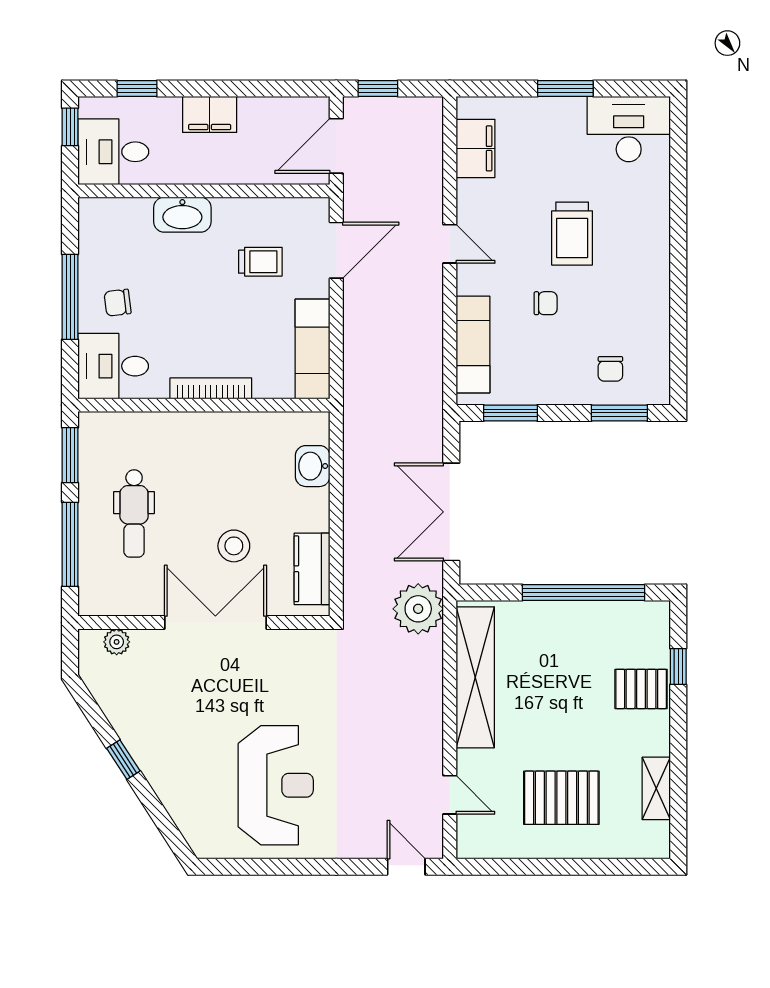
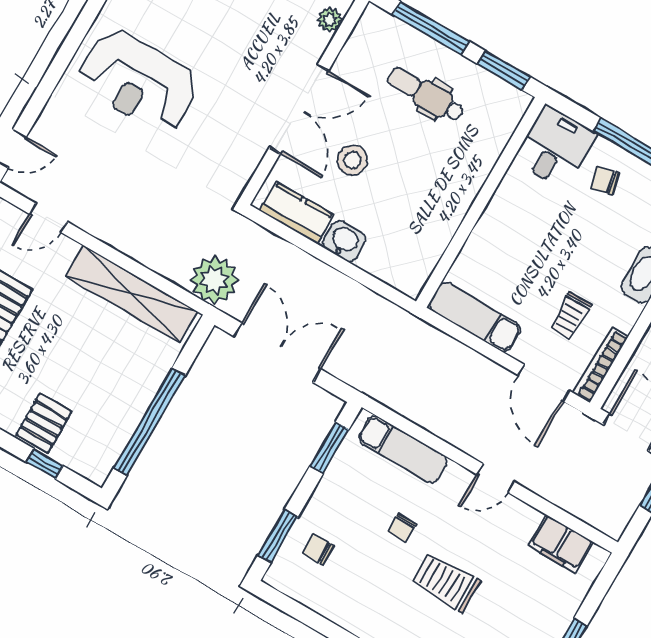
chair: (118, 303) -> (605, 181), turned -97
bookcase: (211, 388) -> (601, 365), moved, turned 180
washbasin: (313, 466) -> (344, 241), moved

